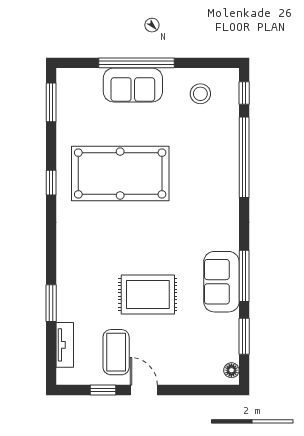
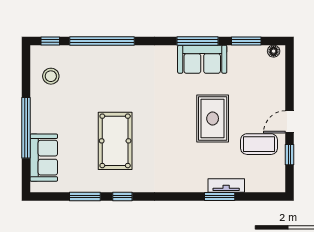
sofa: (133, 85) -> (44, 158), moved
window: (51, 102) -> (85, 196), moved
pool table: (120, 174) -> (115, 141), width x0.73, depth x0.76
tv unit: (65, 345) -> (226, 185), moved

